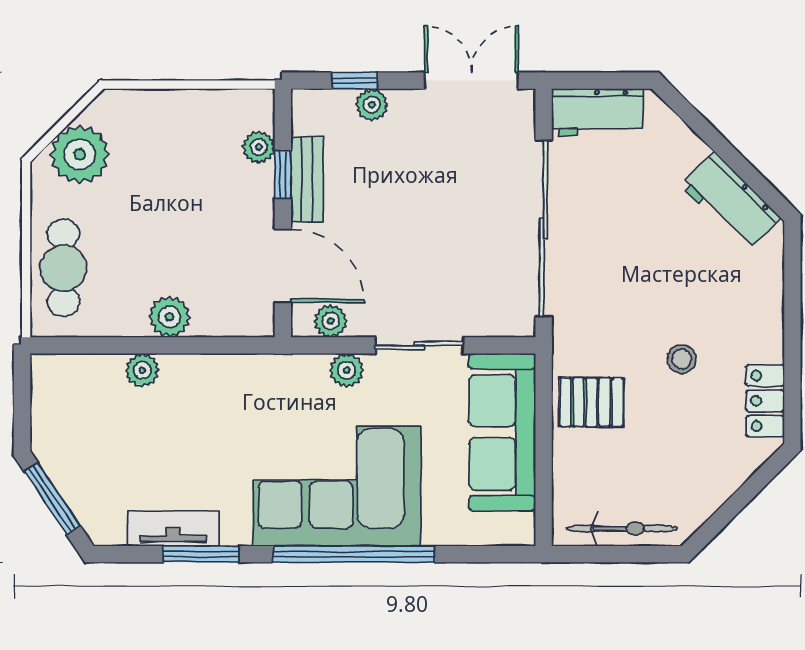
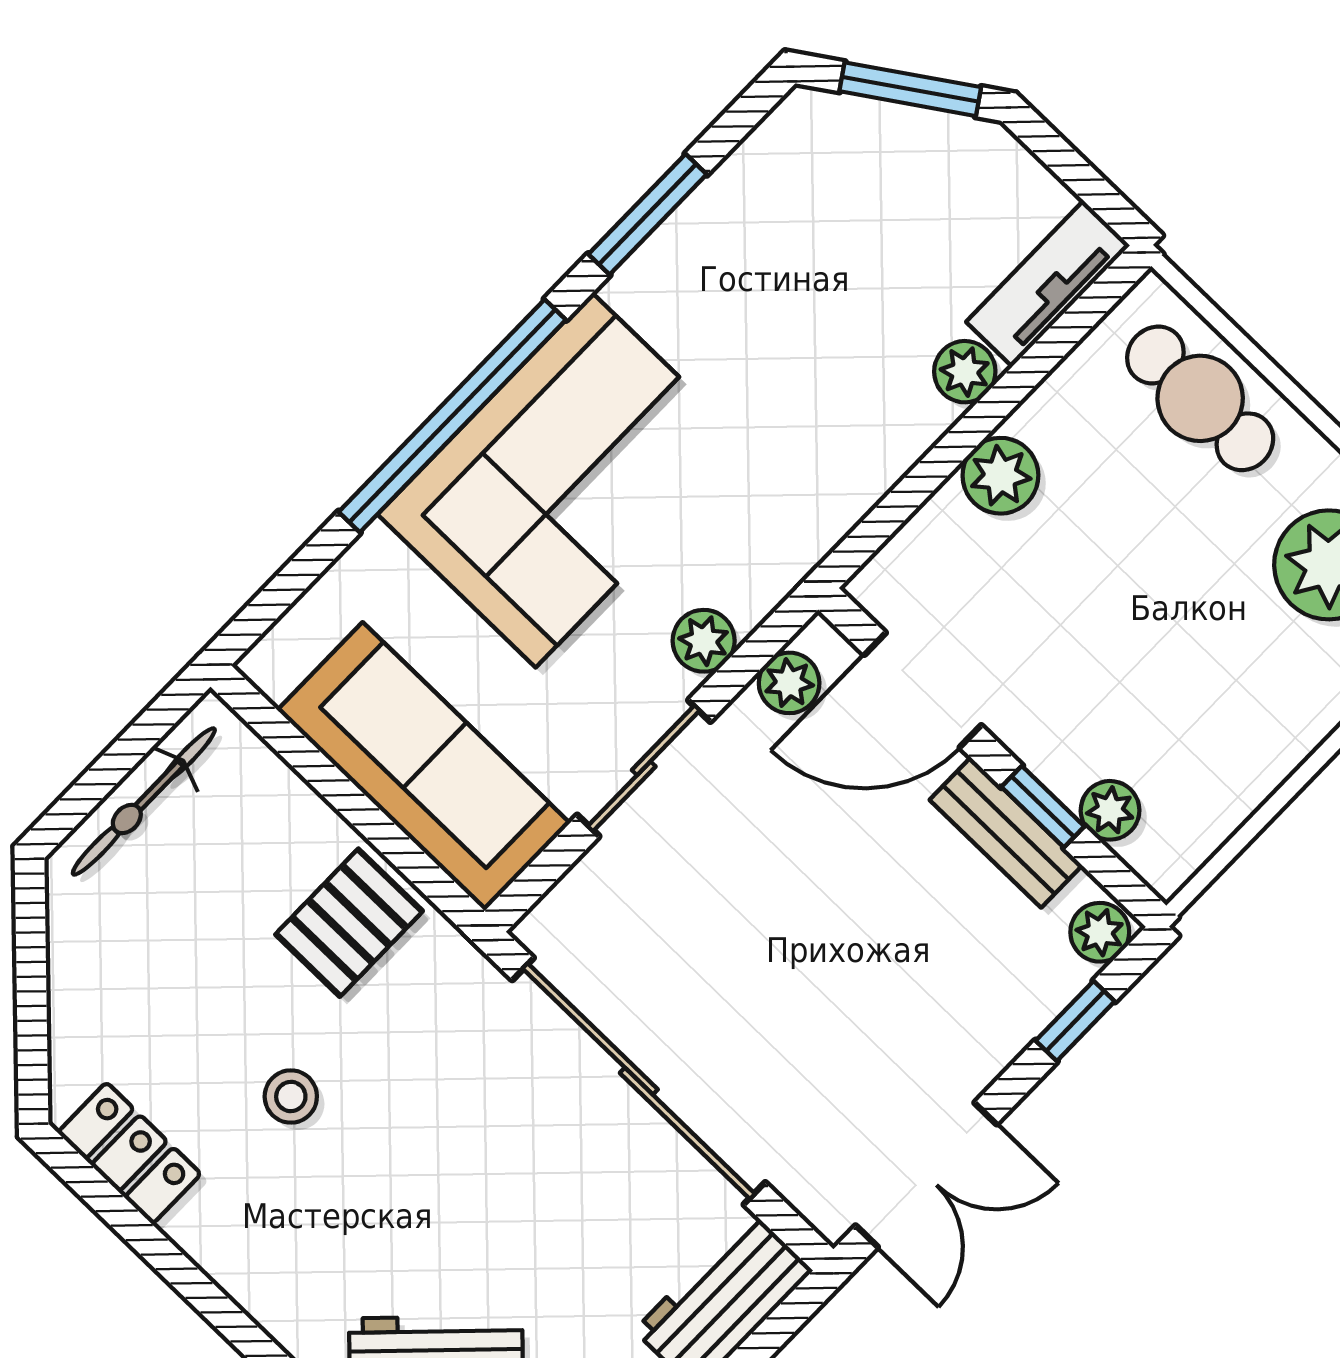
plant: (372, 105) -> (1100, 932), moved
tv unit: (173, 528) -> (1048, 284), moved, turned 180

